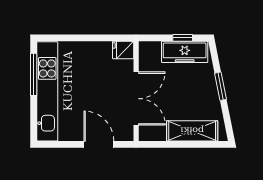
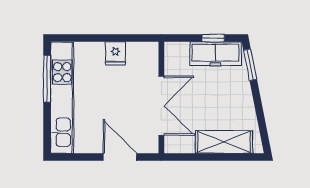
fridge: (123, 50) -> (115, 53), moved, turned -90
window: (220, 86) -> (250, 65), moved

